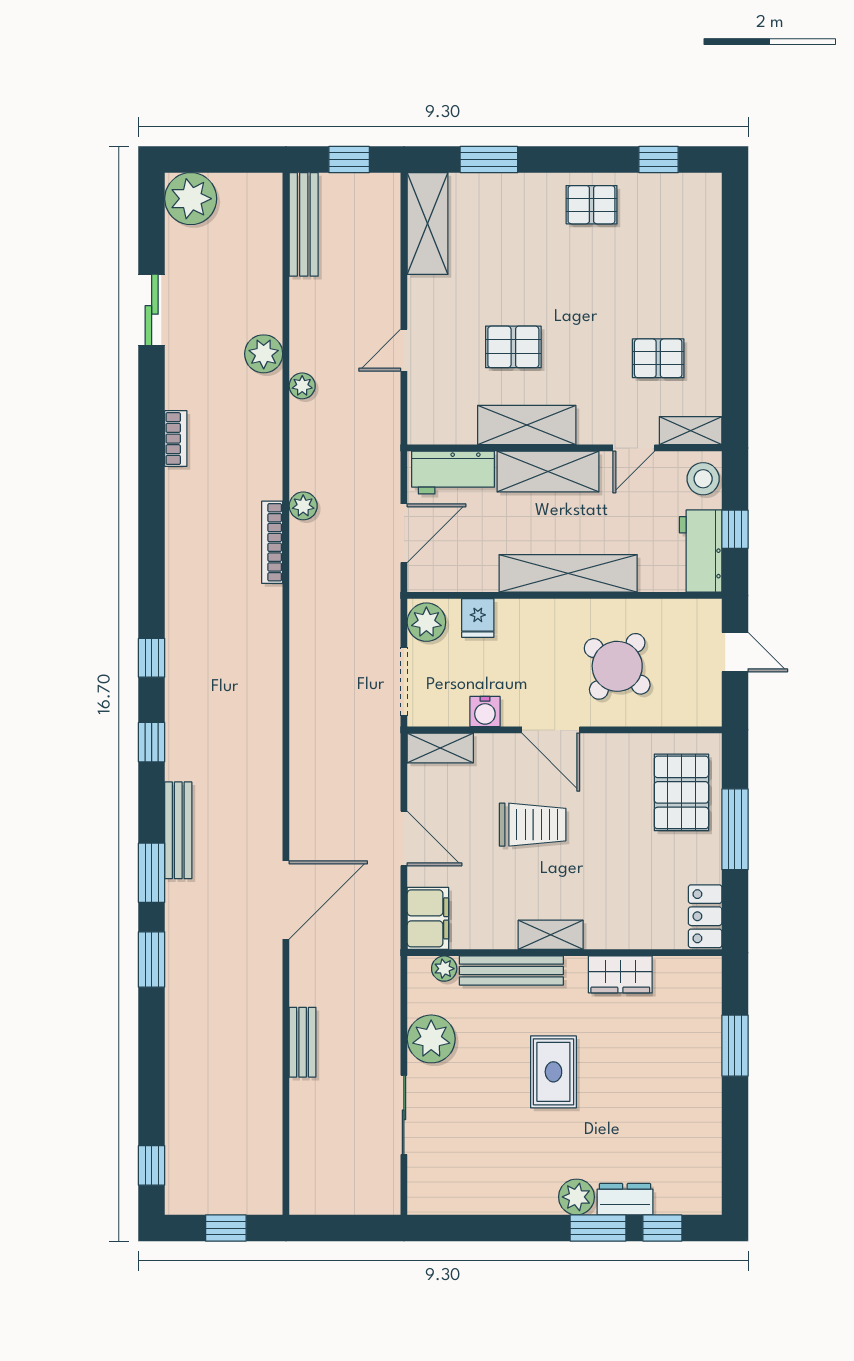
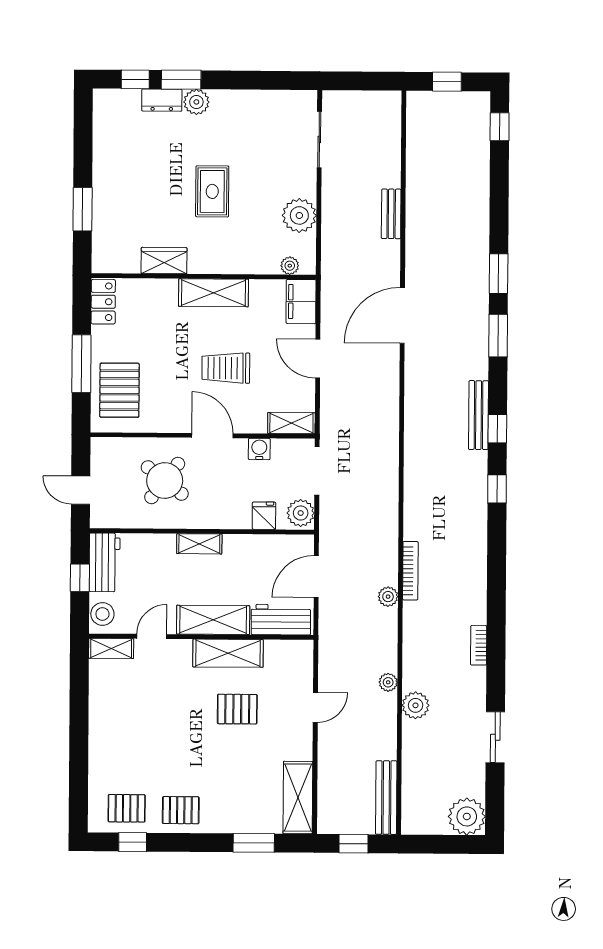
pallet: (658, 358) -> (127, 808), moved
shelving: (568, 573) -> (199, 544), width x0.45, depth x0.75
bench: (178, 830) -> (478, 415), moved
shelving: (551, 935) -> (214, 293), width x1.50, depth x1.33
bench: (511, 971) -> (242, 264), removed
sliding door: (404, 1115) -> (319, 139), moved

